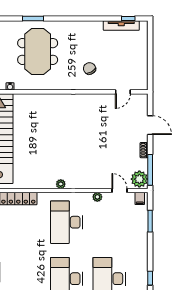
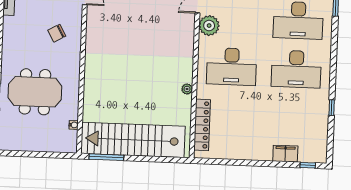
plant: (61, 184) -> (187, 89), moved
plant: (97, 197) -> (209, 26), width x1.88, depth x1.88

